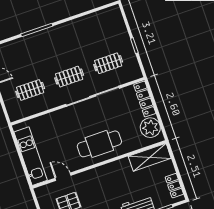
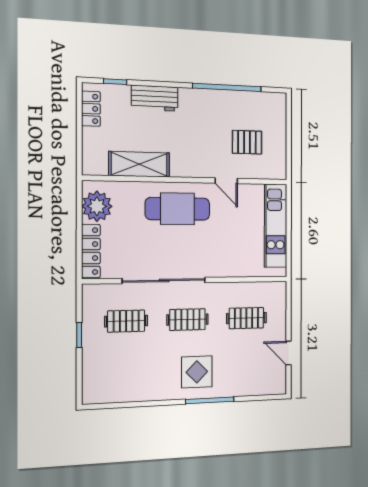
display table: (52, 46) -> (197, 372), added
shelving: (150, 157) -> (139, 164), moved
door: (63, 177) -> (226, 181), moved

